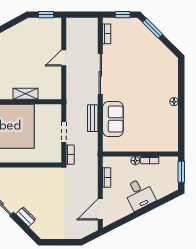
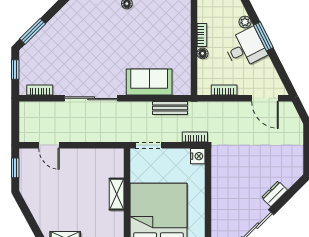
door: (64, 58) -> (49, 145), moved
bench: (93, 118) -> (170, 108), moved
doorway: (64, 132) -> (149, 145), moved
nightstand: (55, 157) -> (198, 156), added
plant: (160, 194) -> (245, 22), added
window: (149, 208) -> (263, 36), added

